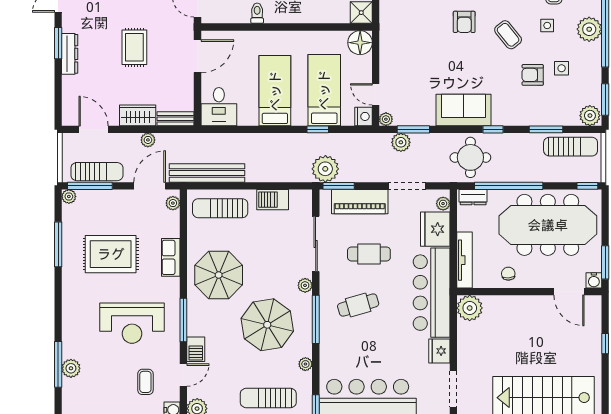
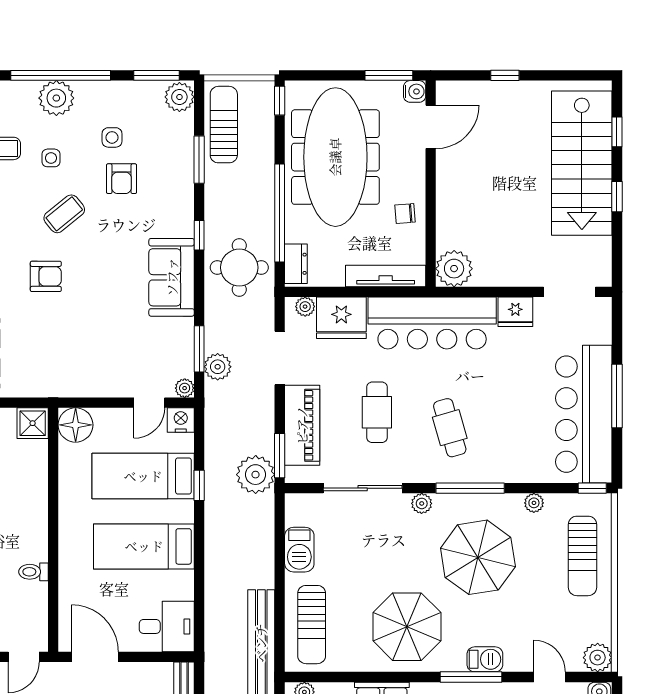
barbecue: (196, 349) -> (485, 659), moved

